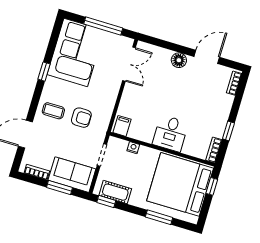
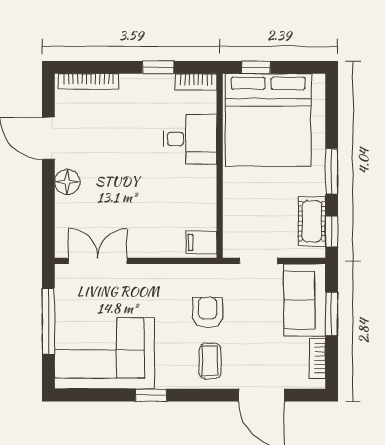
bookcase: (234, 83) -> (89, 81), width x1.56
desk: (170, 133) -> (190, 139), moved
nightstand: (133, 148) -> (231, 214), removed
window: (159, 217) -> (332, 171), moved

